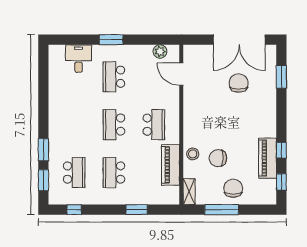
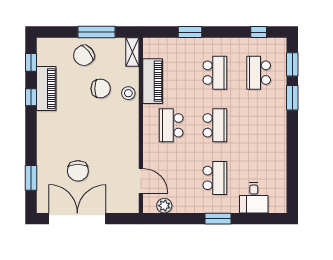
chair: (233, 188) -> (84, 55), turned 51

